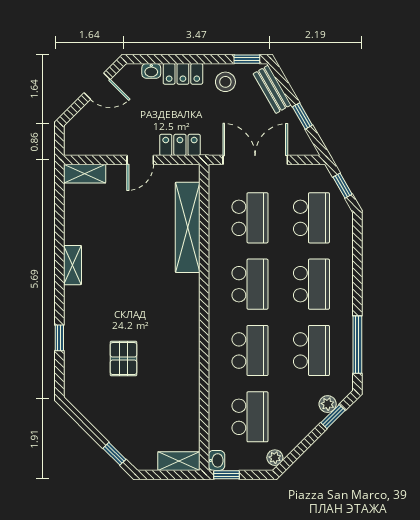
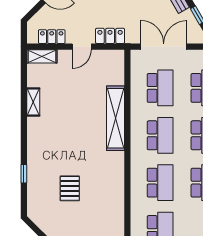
locker: (98, 146) -> (52, 37), added
shelving: (188, 227) -> (115, 118), moved
shelving: (72, 265) -> (33, 102), moved

